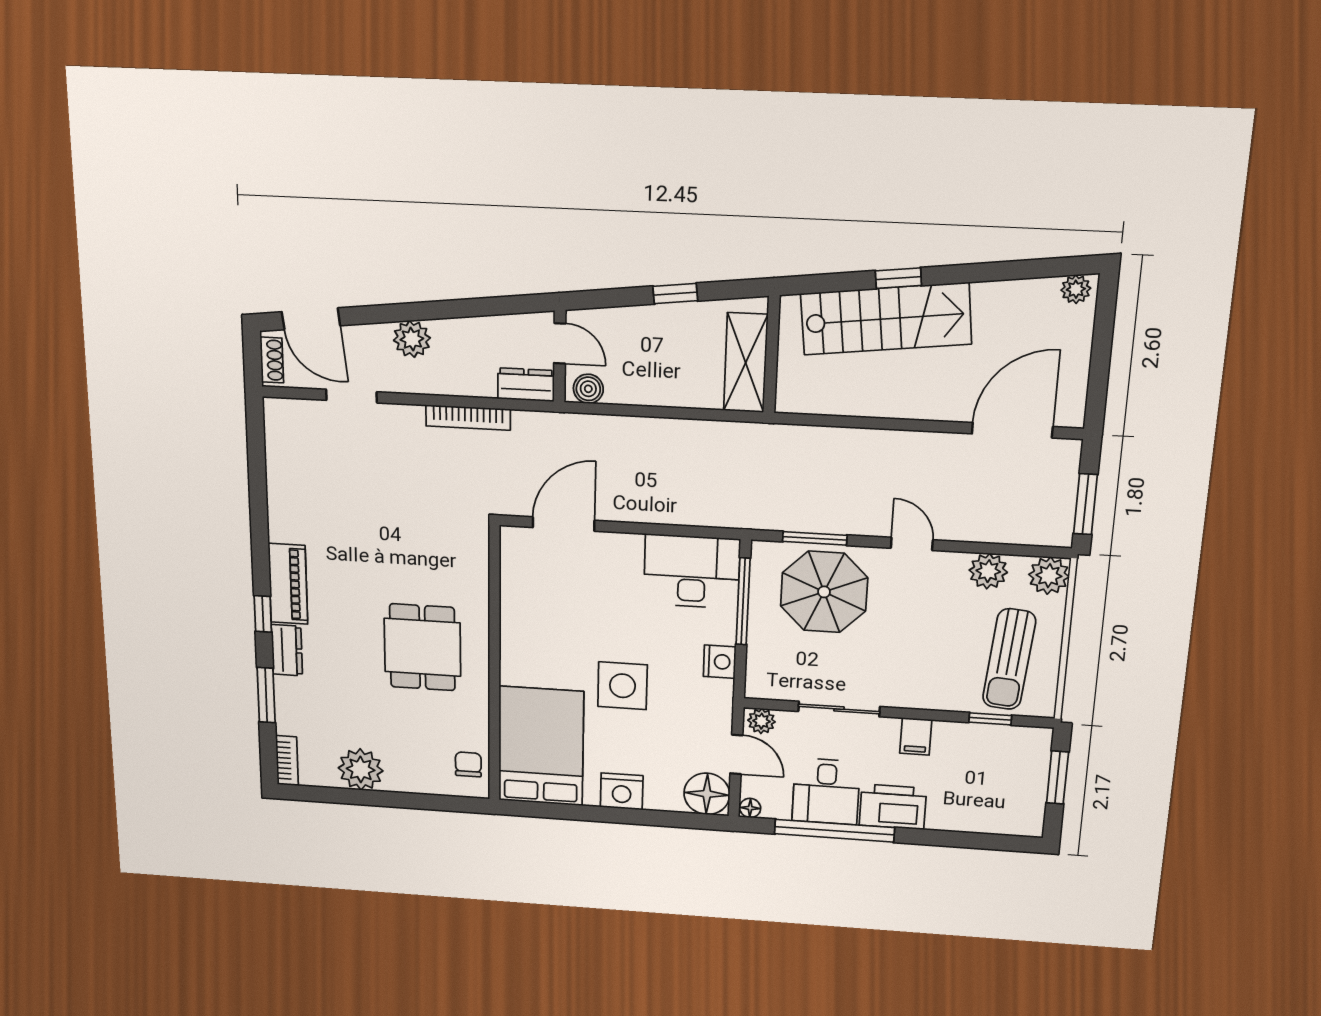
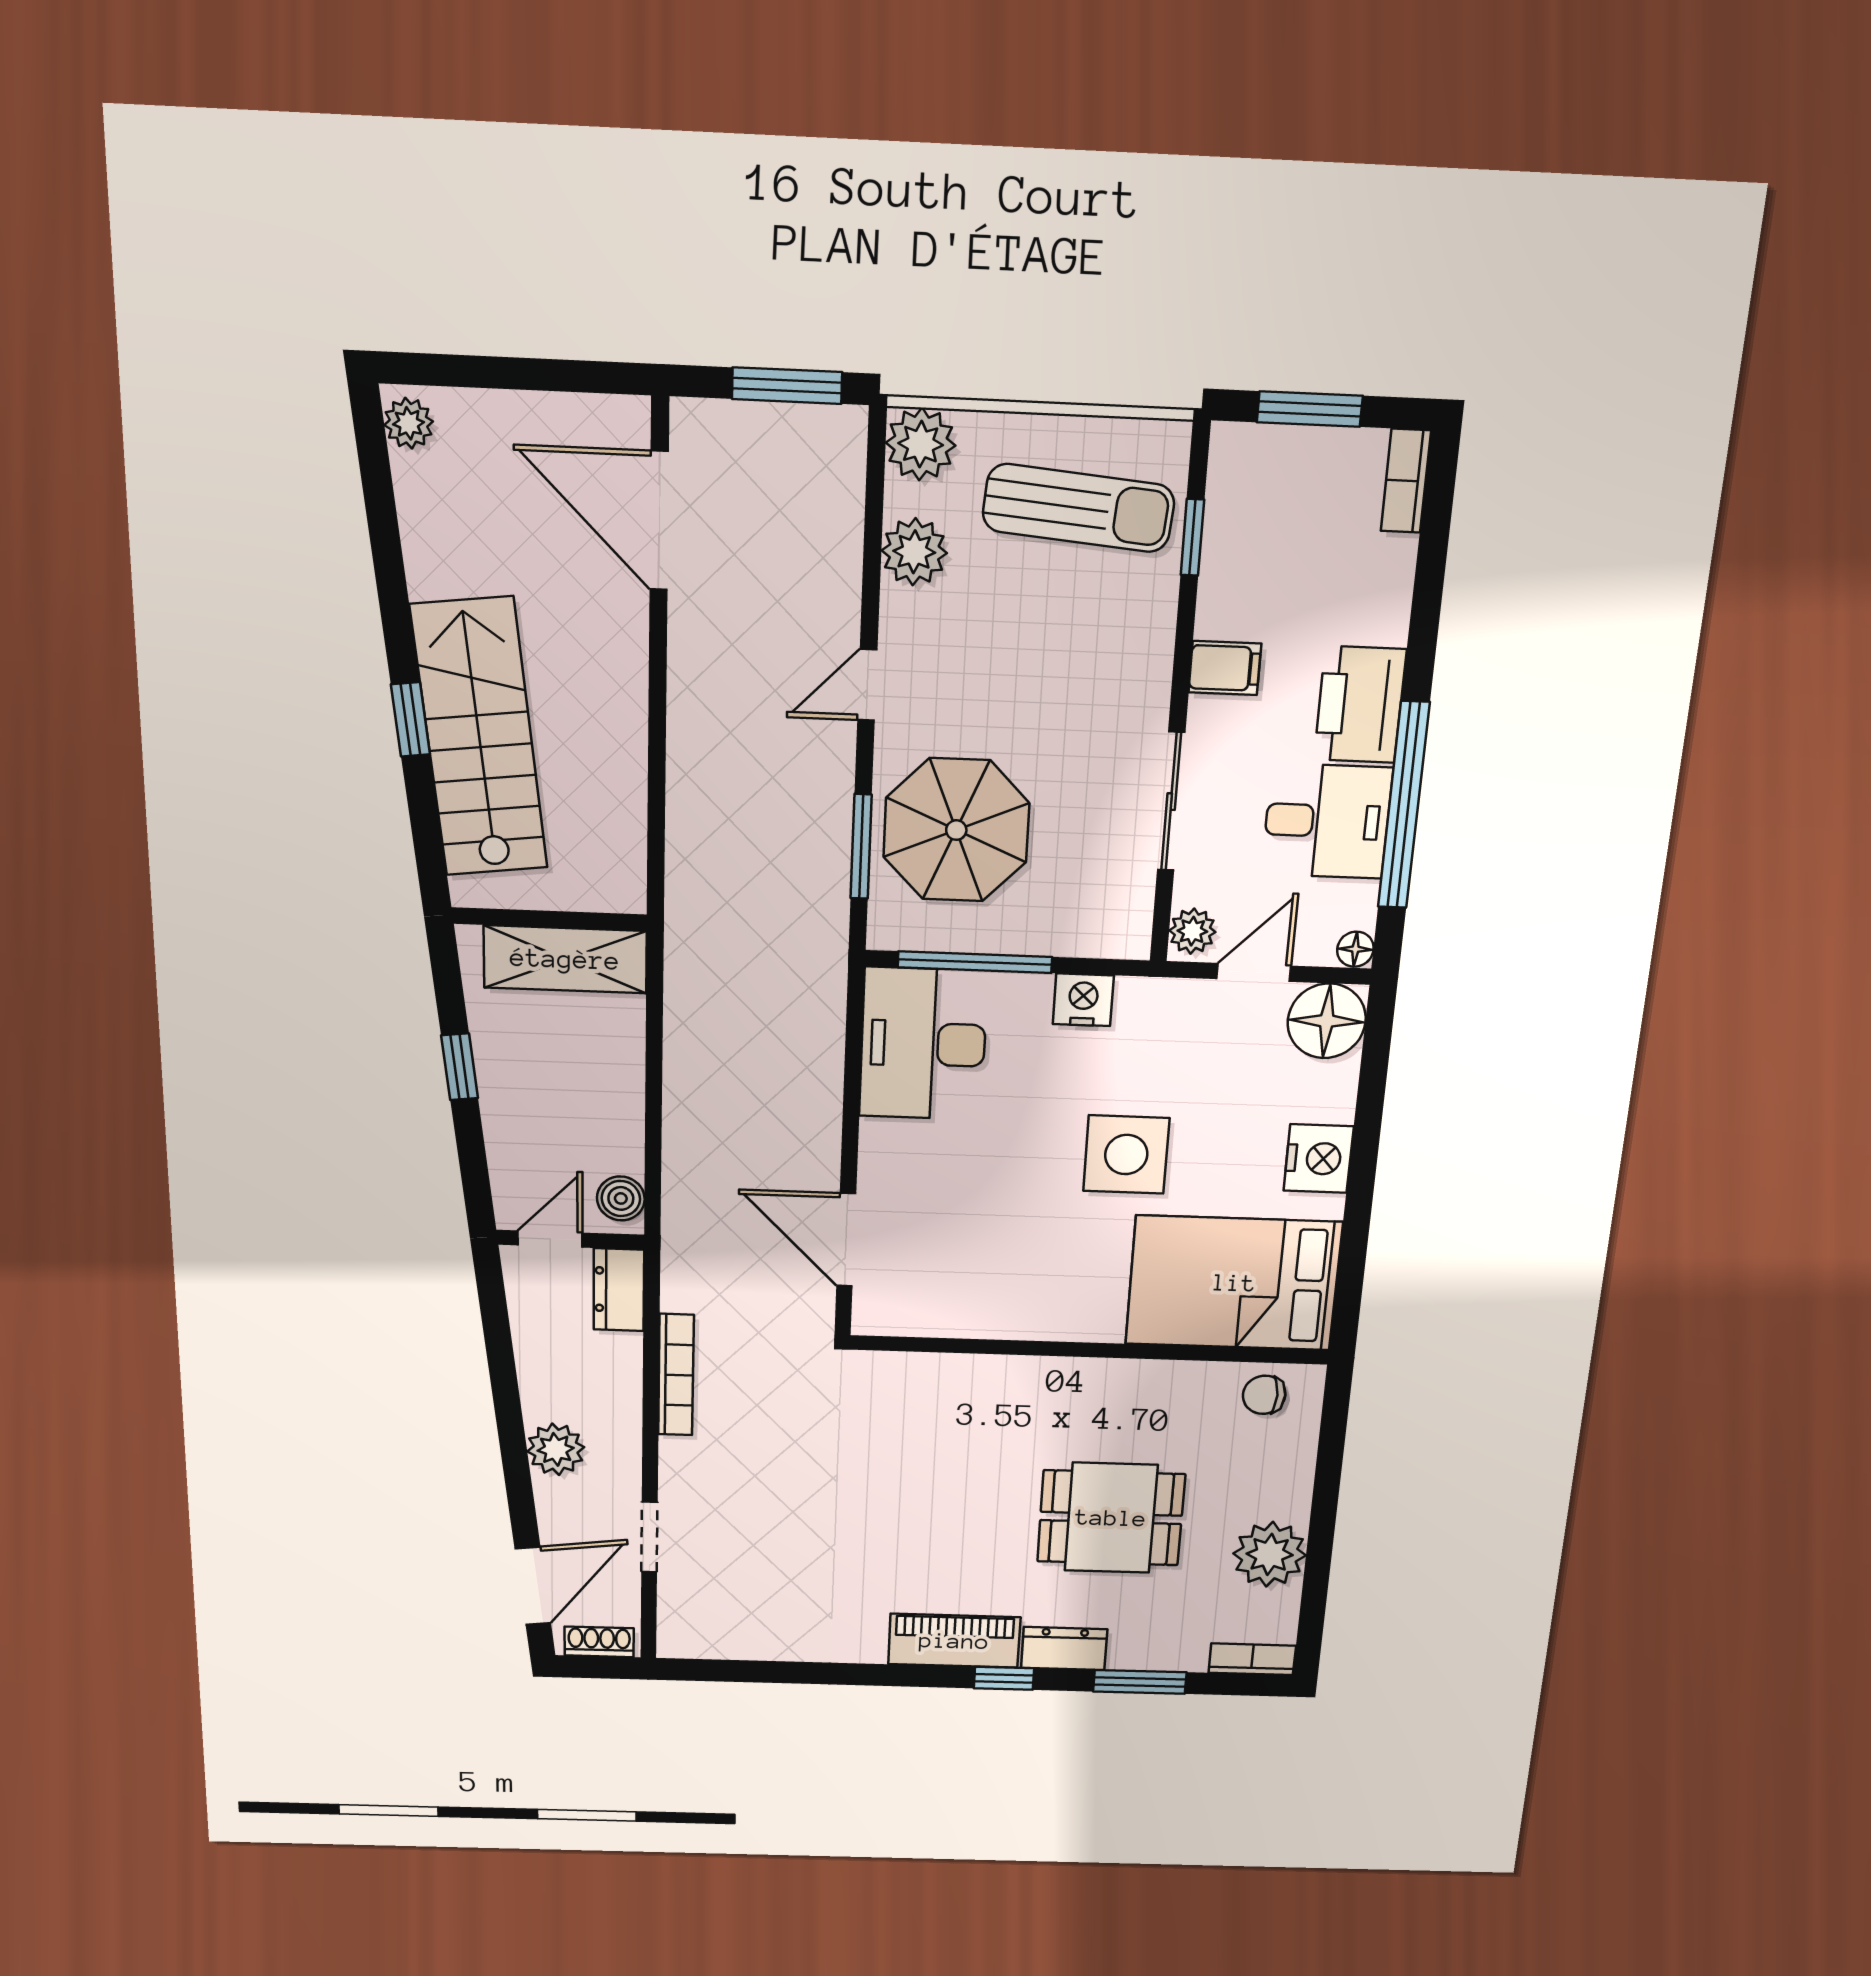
dining table: (422, 647) -> (1111, 1518), moved
bookcase: (1016, 826) -> (1406, 481), added

